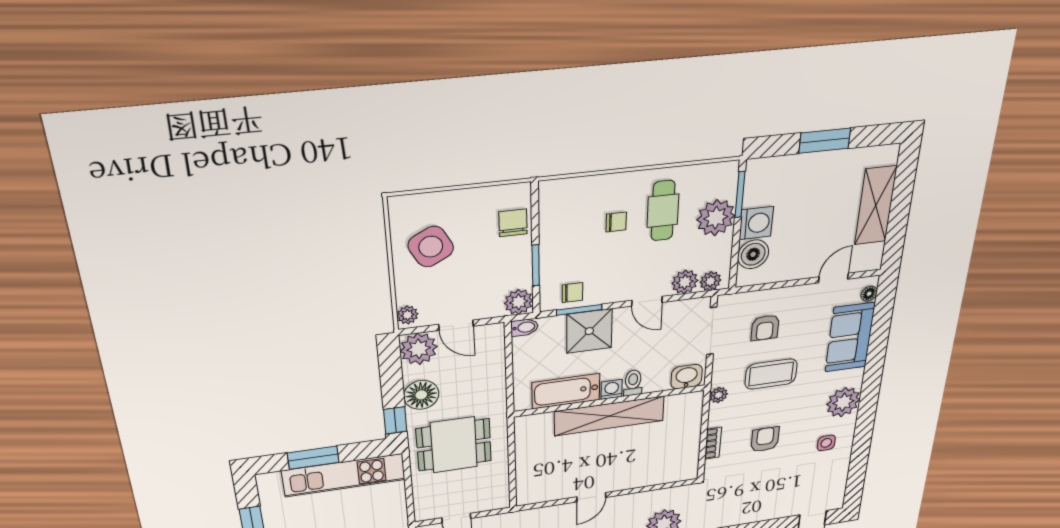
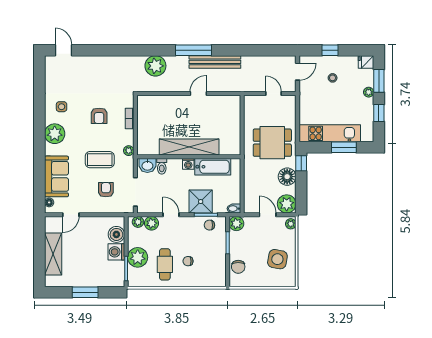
side table: (431, 247) -> (277, 259), turned 38
toilet: (633, 383) -> (162, 166), moved

